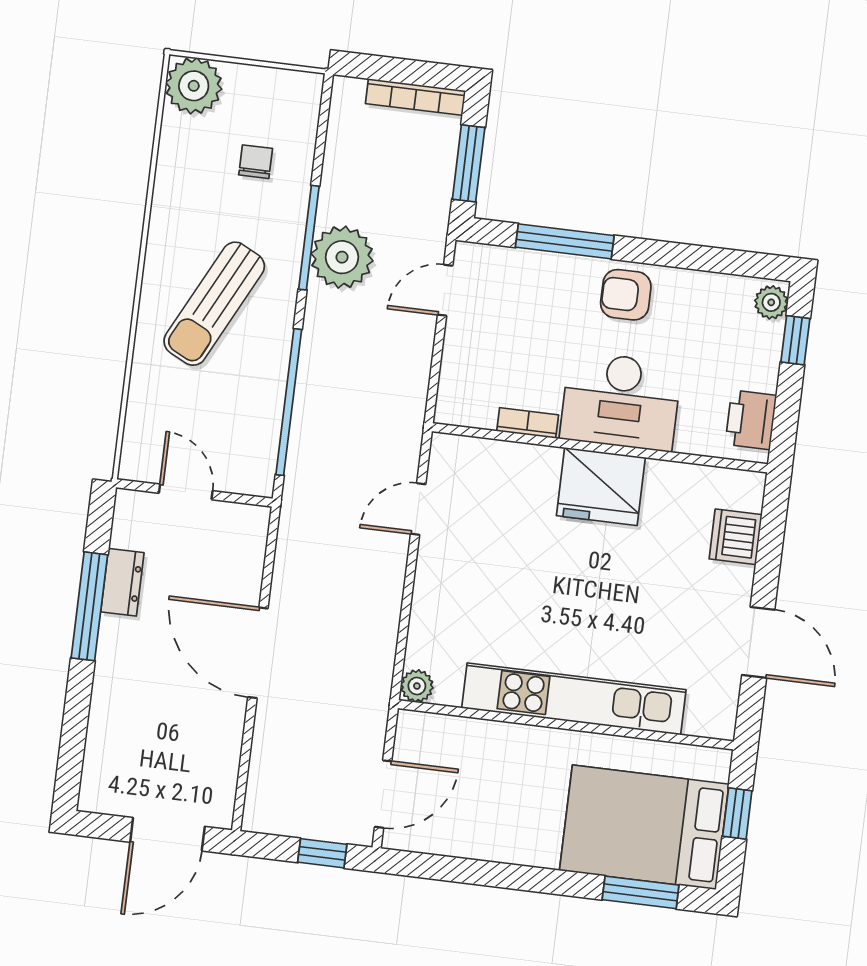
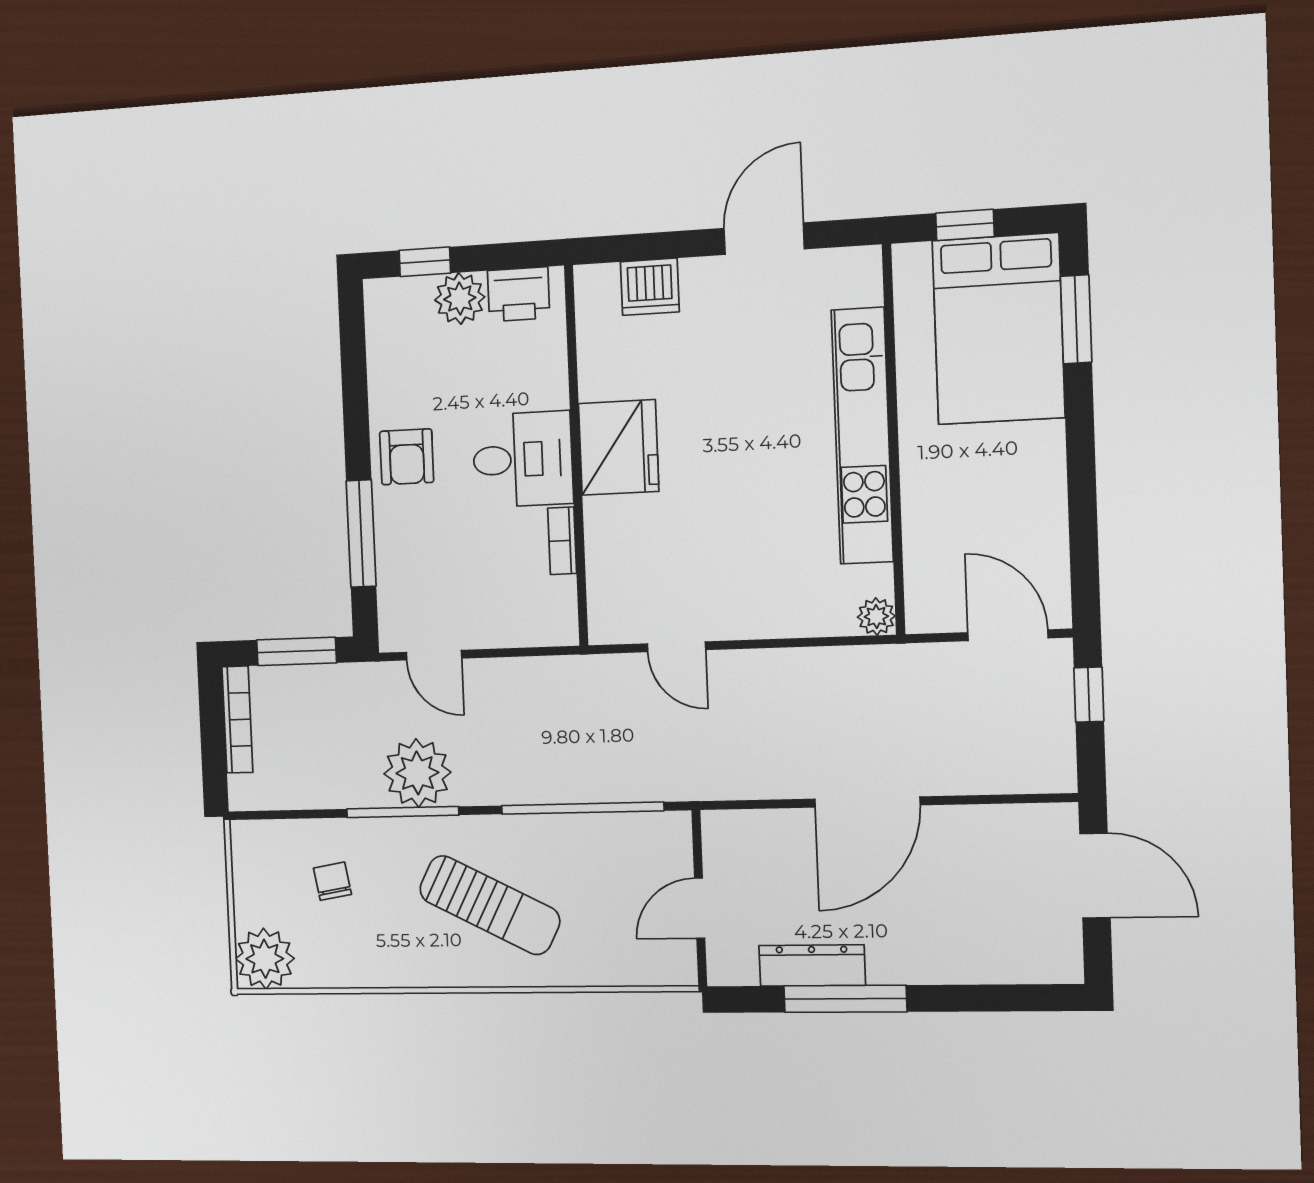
chair: (256, 162) -> (332, 881), turned 80
plant: (771, 302) -> (460, 298), moved, width x1.38, depth x1.38
desk: (621, 401) -> (523, 459), width x0.73
dresser: (122, 582) -> (812, 965), width x1.44

